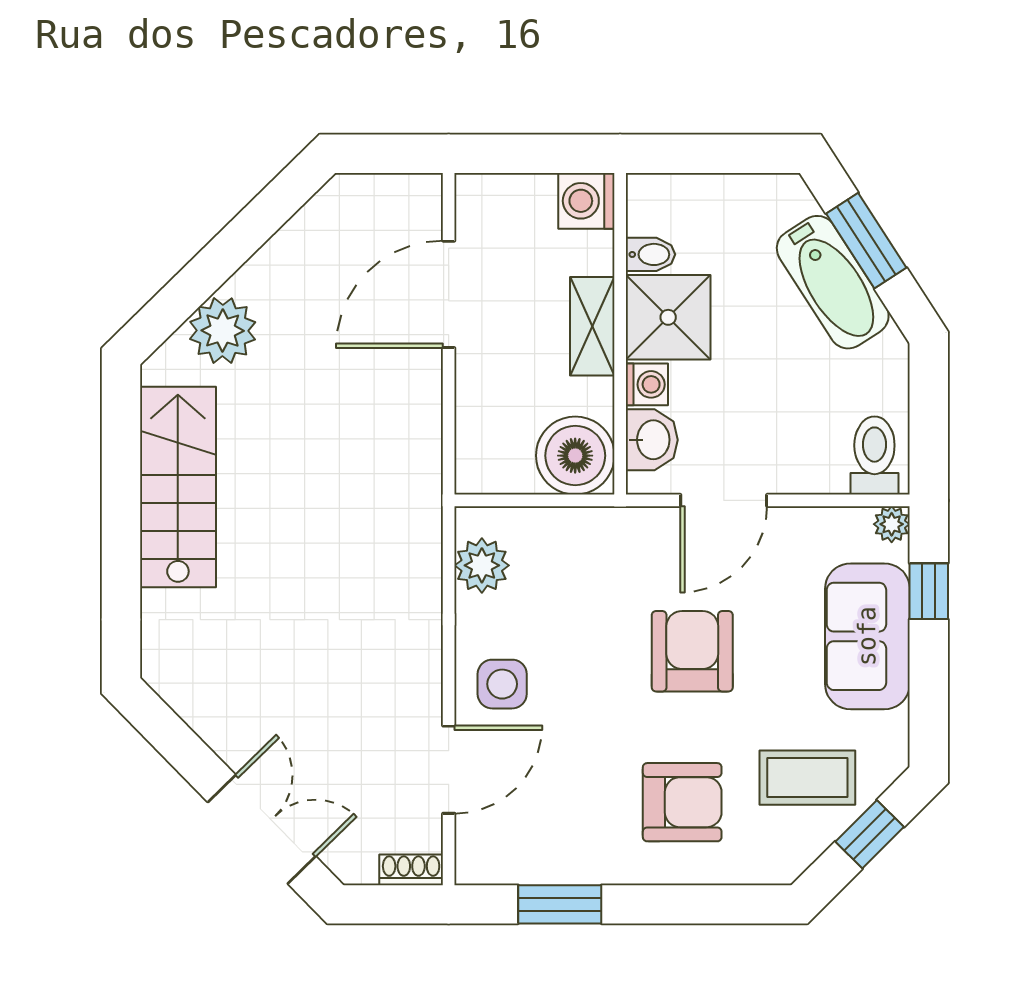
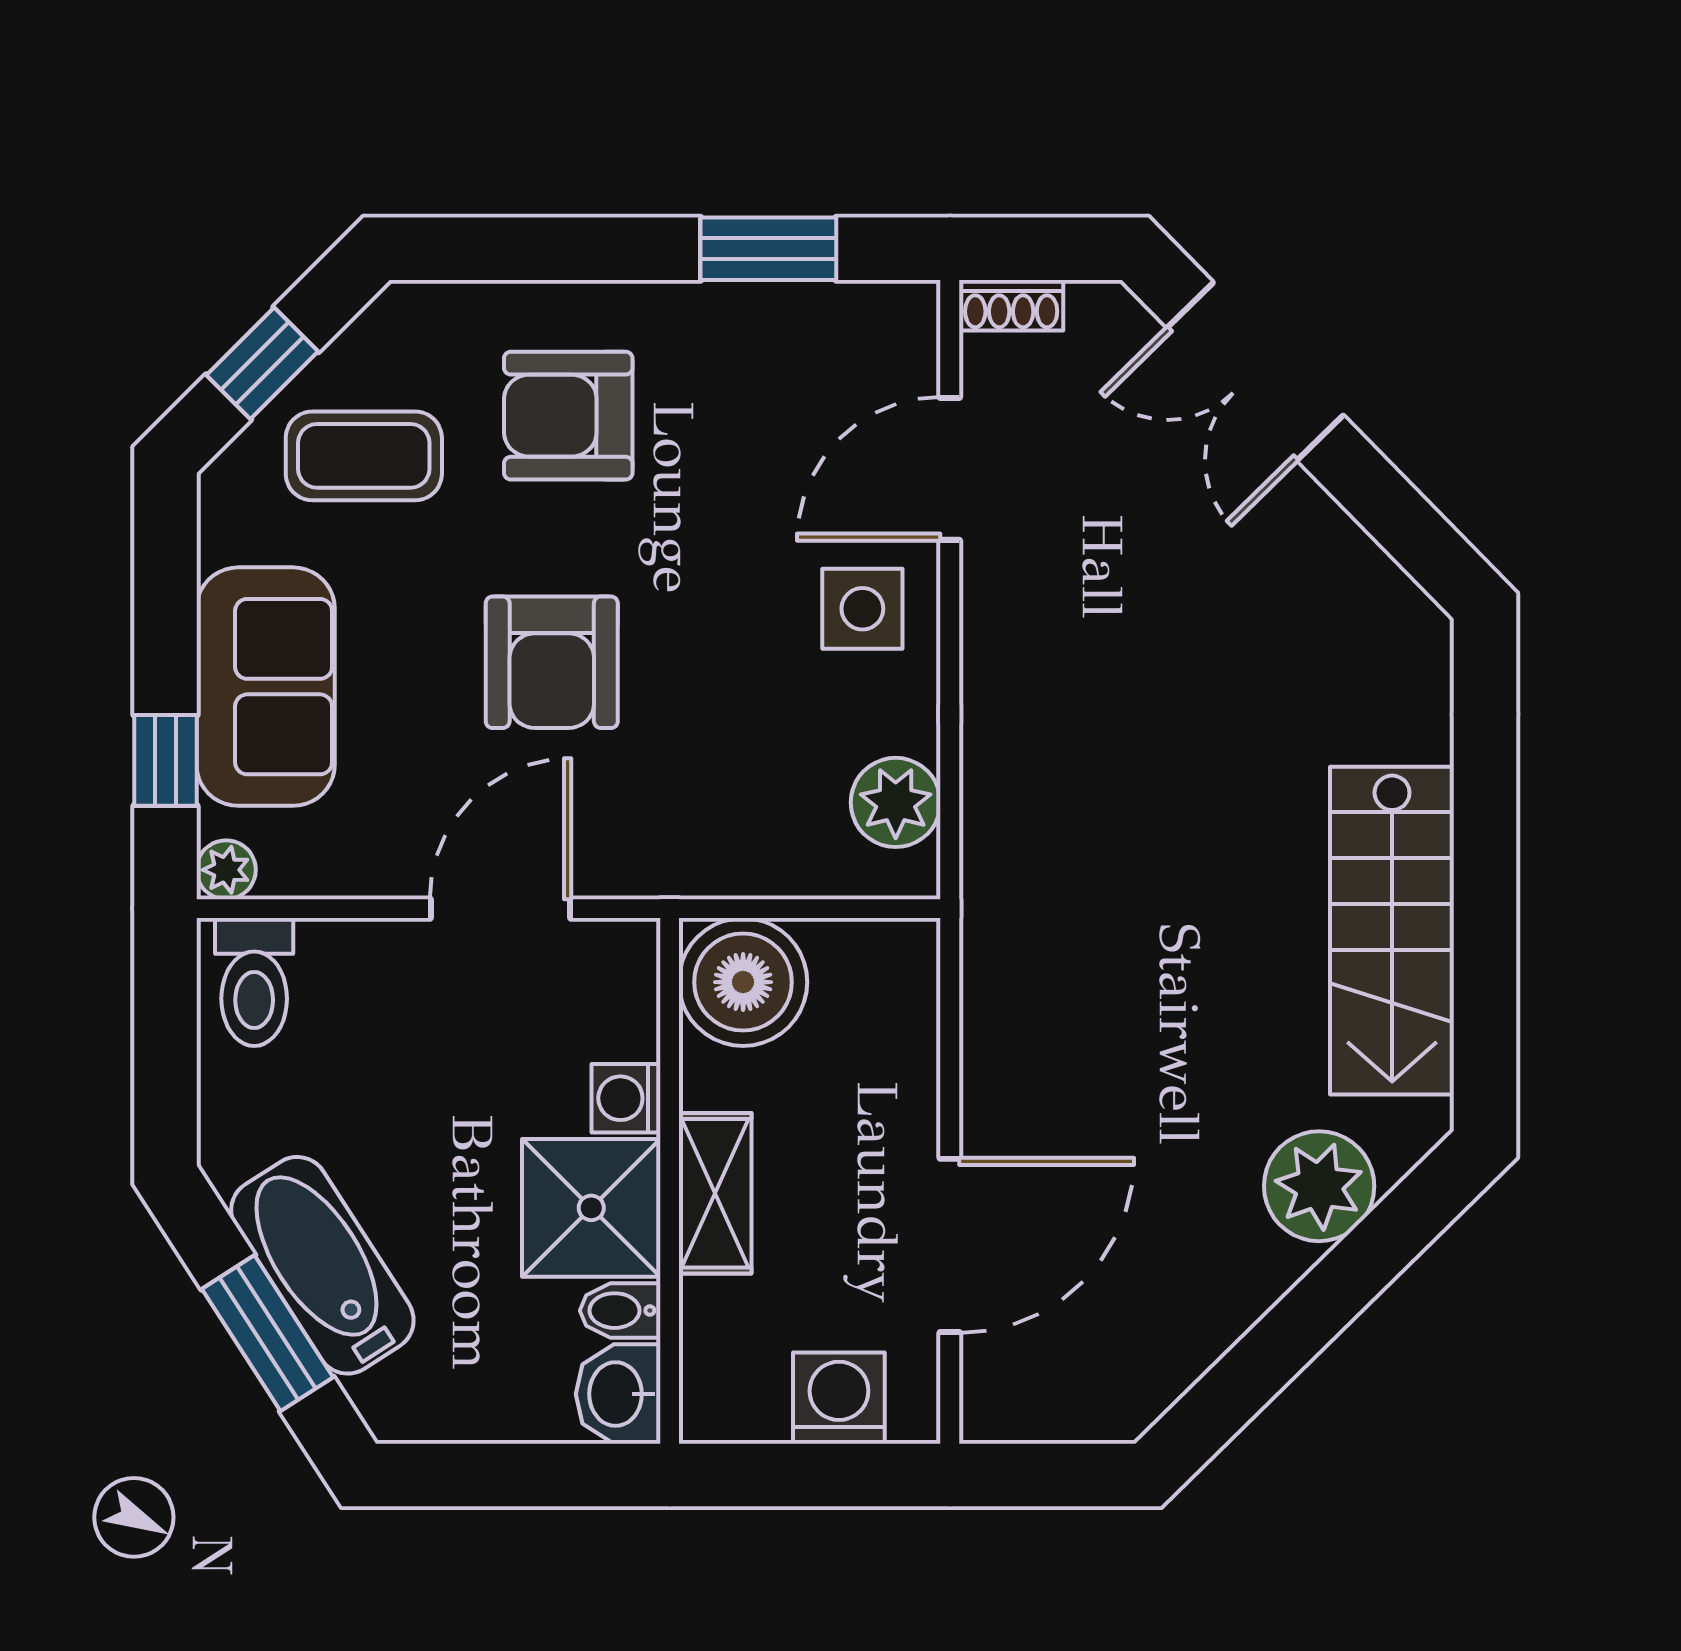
washing machine: (586, 201) -> (839, 1398), moved, turned -90
washbasin: (652, 440) -> (618, 1394), moved

